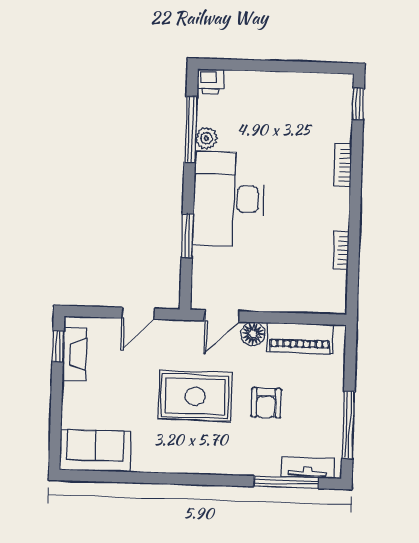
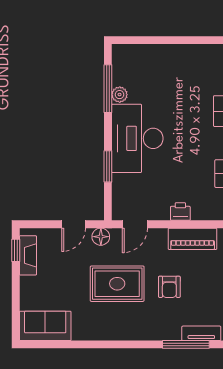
printer: (211, 81) -> (180, 212), moved, turned 180
floor lamp: (253, 334) -> (101, 237), moved

